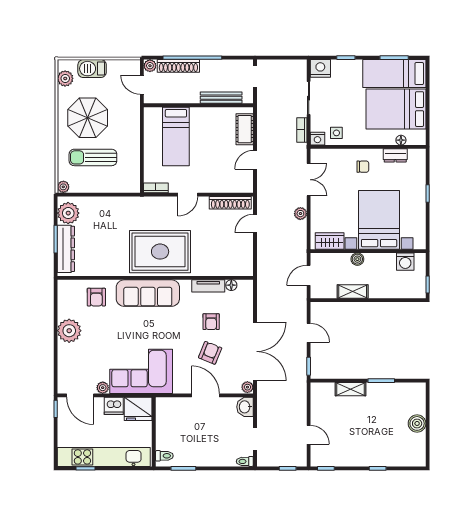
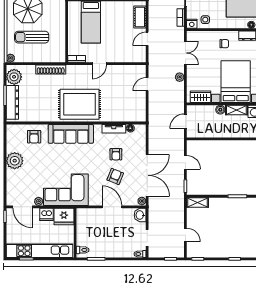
shoe rack: (230, 203) -> (51, 69), moved
shelving: (353, 292) -> (236, 110), moved
shelving: (350, 389) -> (198, 202), moved

